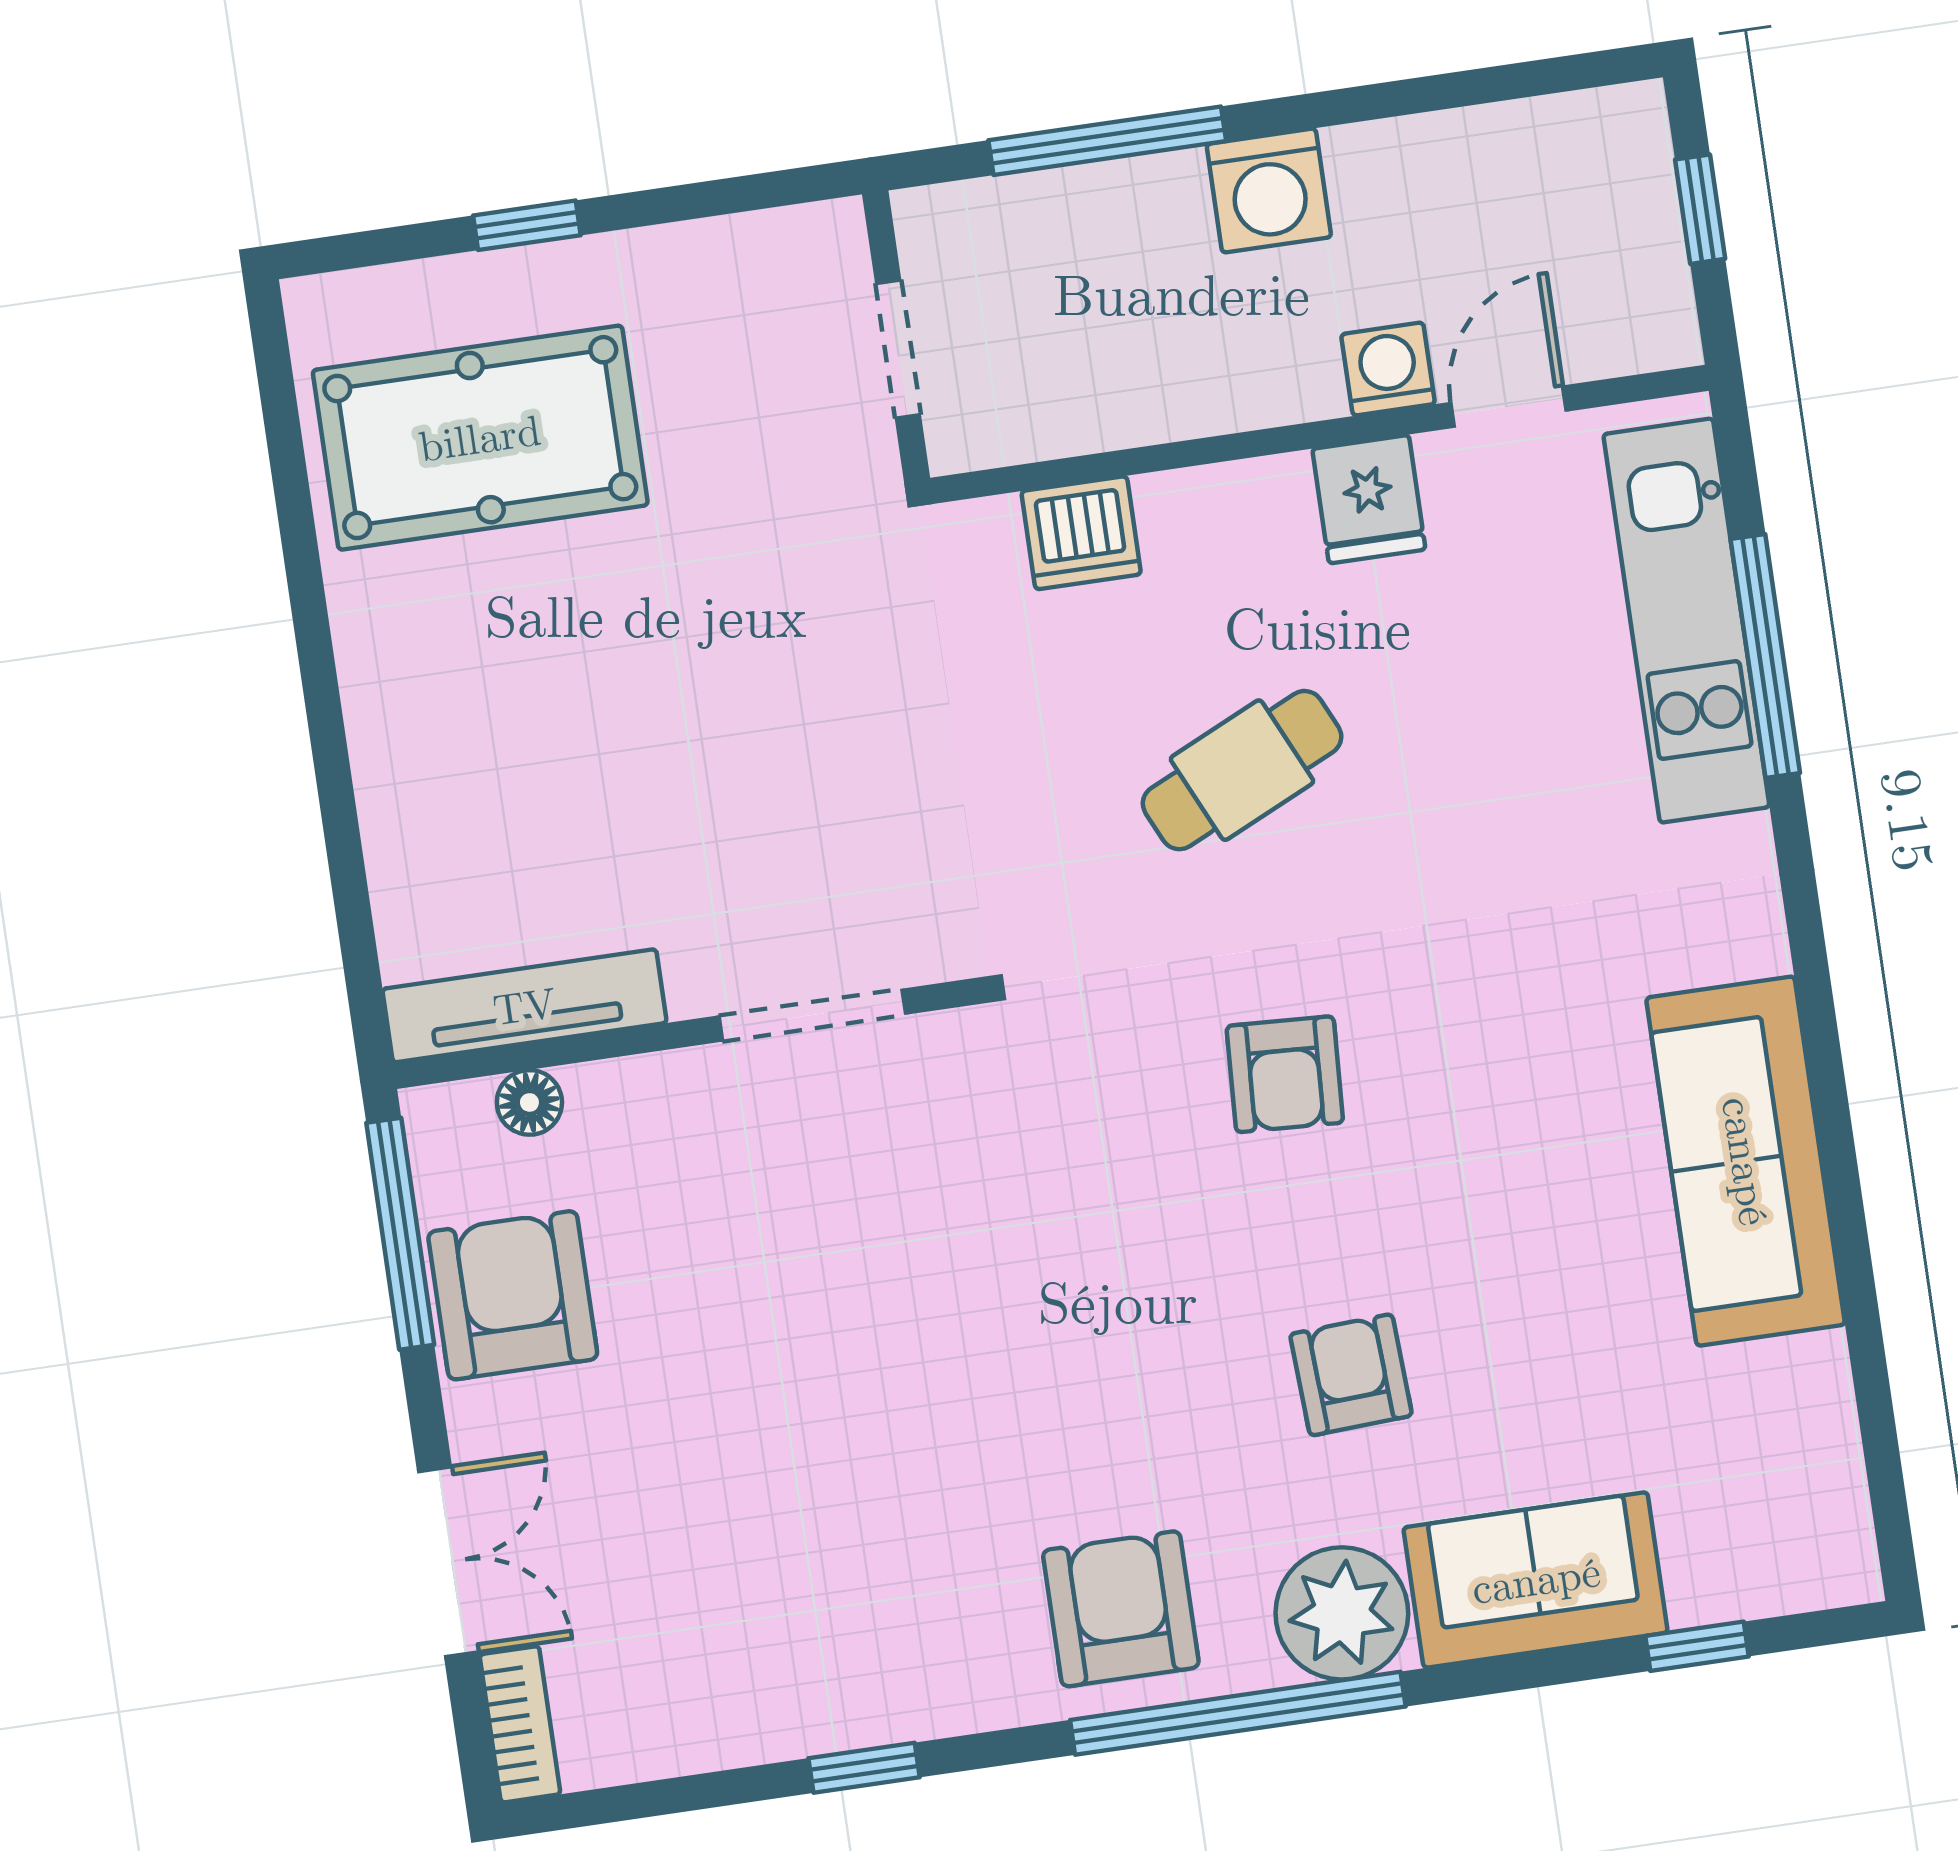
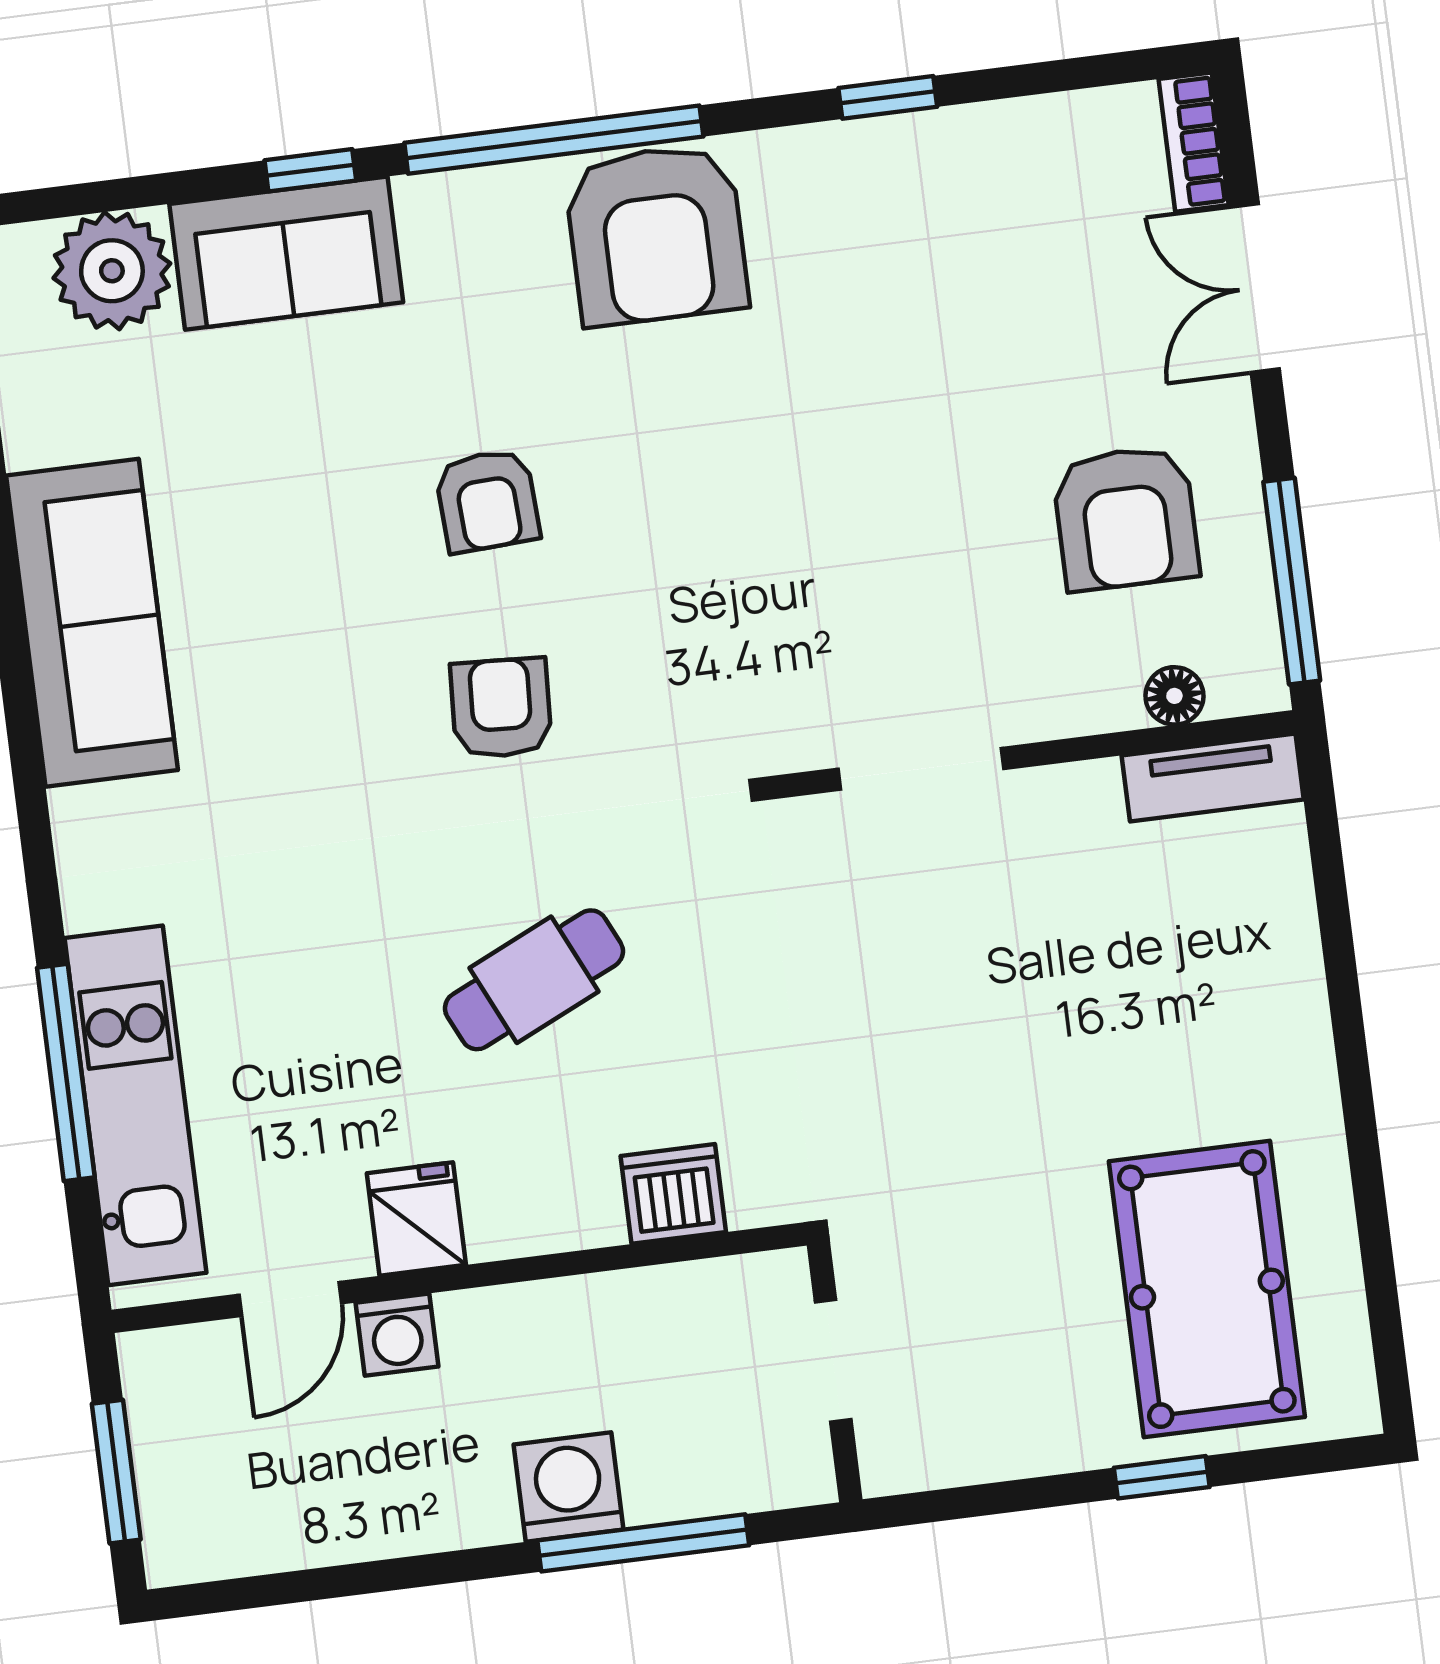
washing machine: (1269, 191) -> (569, 1487), moved
window: (1700, 209) -> (116, 1472), width x1.50
pool table: (480, 438) -> (1207, 1289), turned 90
tv unit: (525, 1006) -> (1213, 778), width x0.71
armchair: (513, 1295) -> (1126, 518), moved
armchair: (1351, 1375) -> (487, 501), moved
armchair: (1121, 1609) -> (656, 235), width x1.36, depth x1.36
plant: (1342, 1613) -> (112, 271), moved
window: (1697, 1646) -> (310, 170), moved

